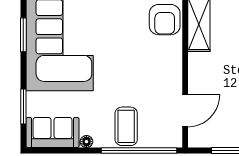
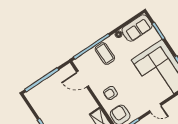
armchair: (157, 62) -> (111, 93), added
door: (185, 111) -> (82, 79), hinge flipped

